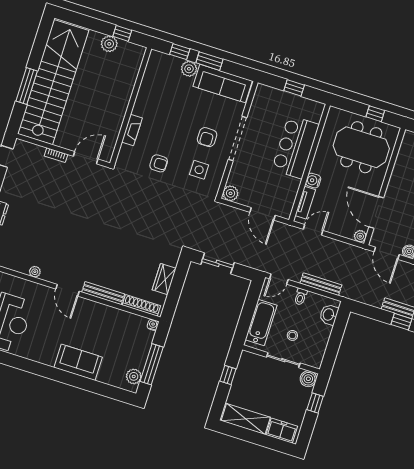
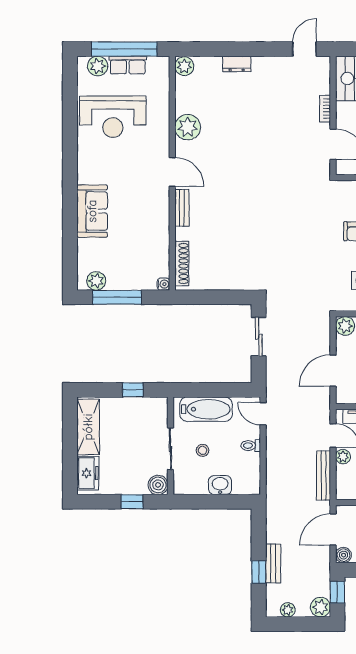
plant: (360, 236) -> (343, 457), moved
plant: (35, 272) -> (188, 127), width x1.88, depth x1.88
wardrobe: (164, 279) -> (221, 280), removed
bench: (321, 284) -> (323, 476), moved
door: (67, 290) -> (172, 172), swing flipped
bench: (103, 293) -> (182, 208), width x0.73
washbasin: (329, 315) -> (220, 485), moved

